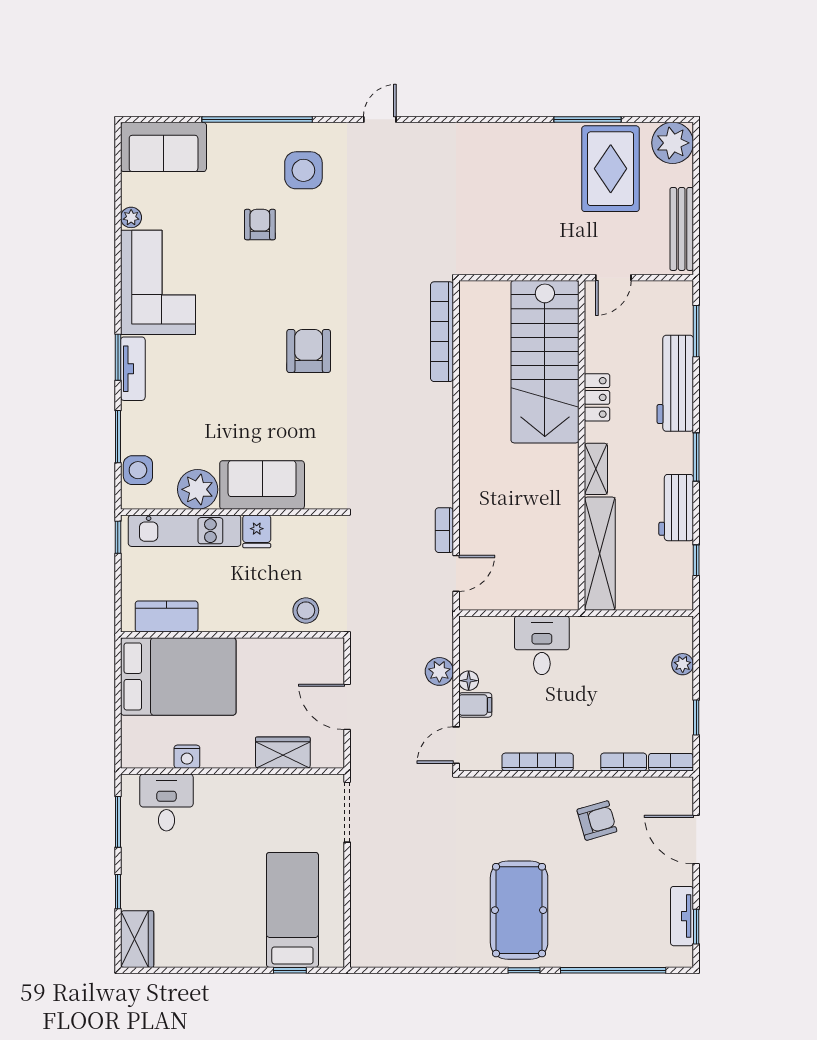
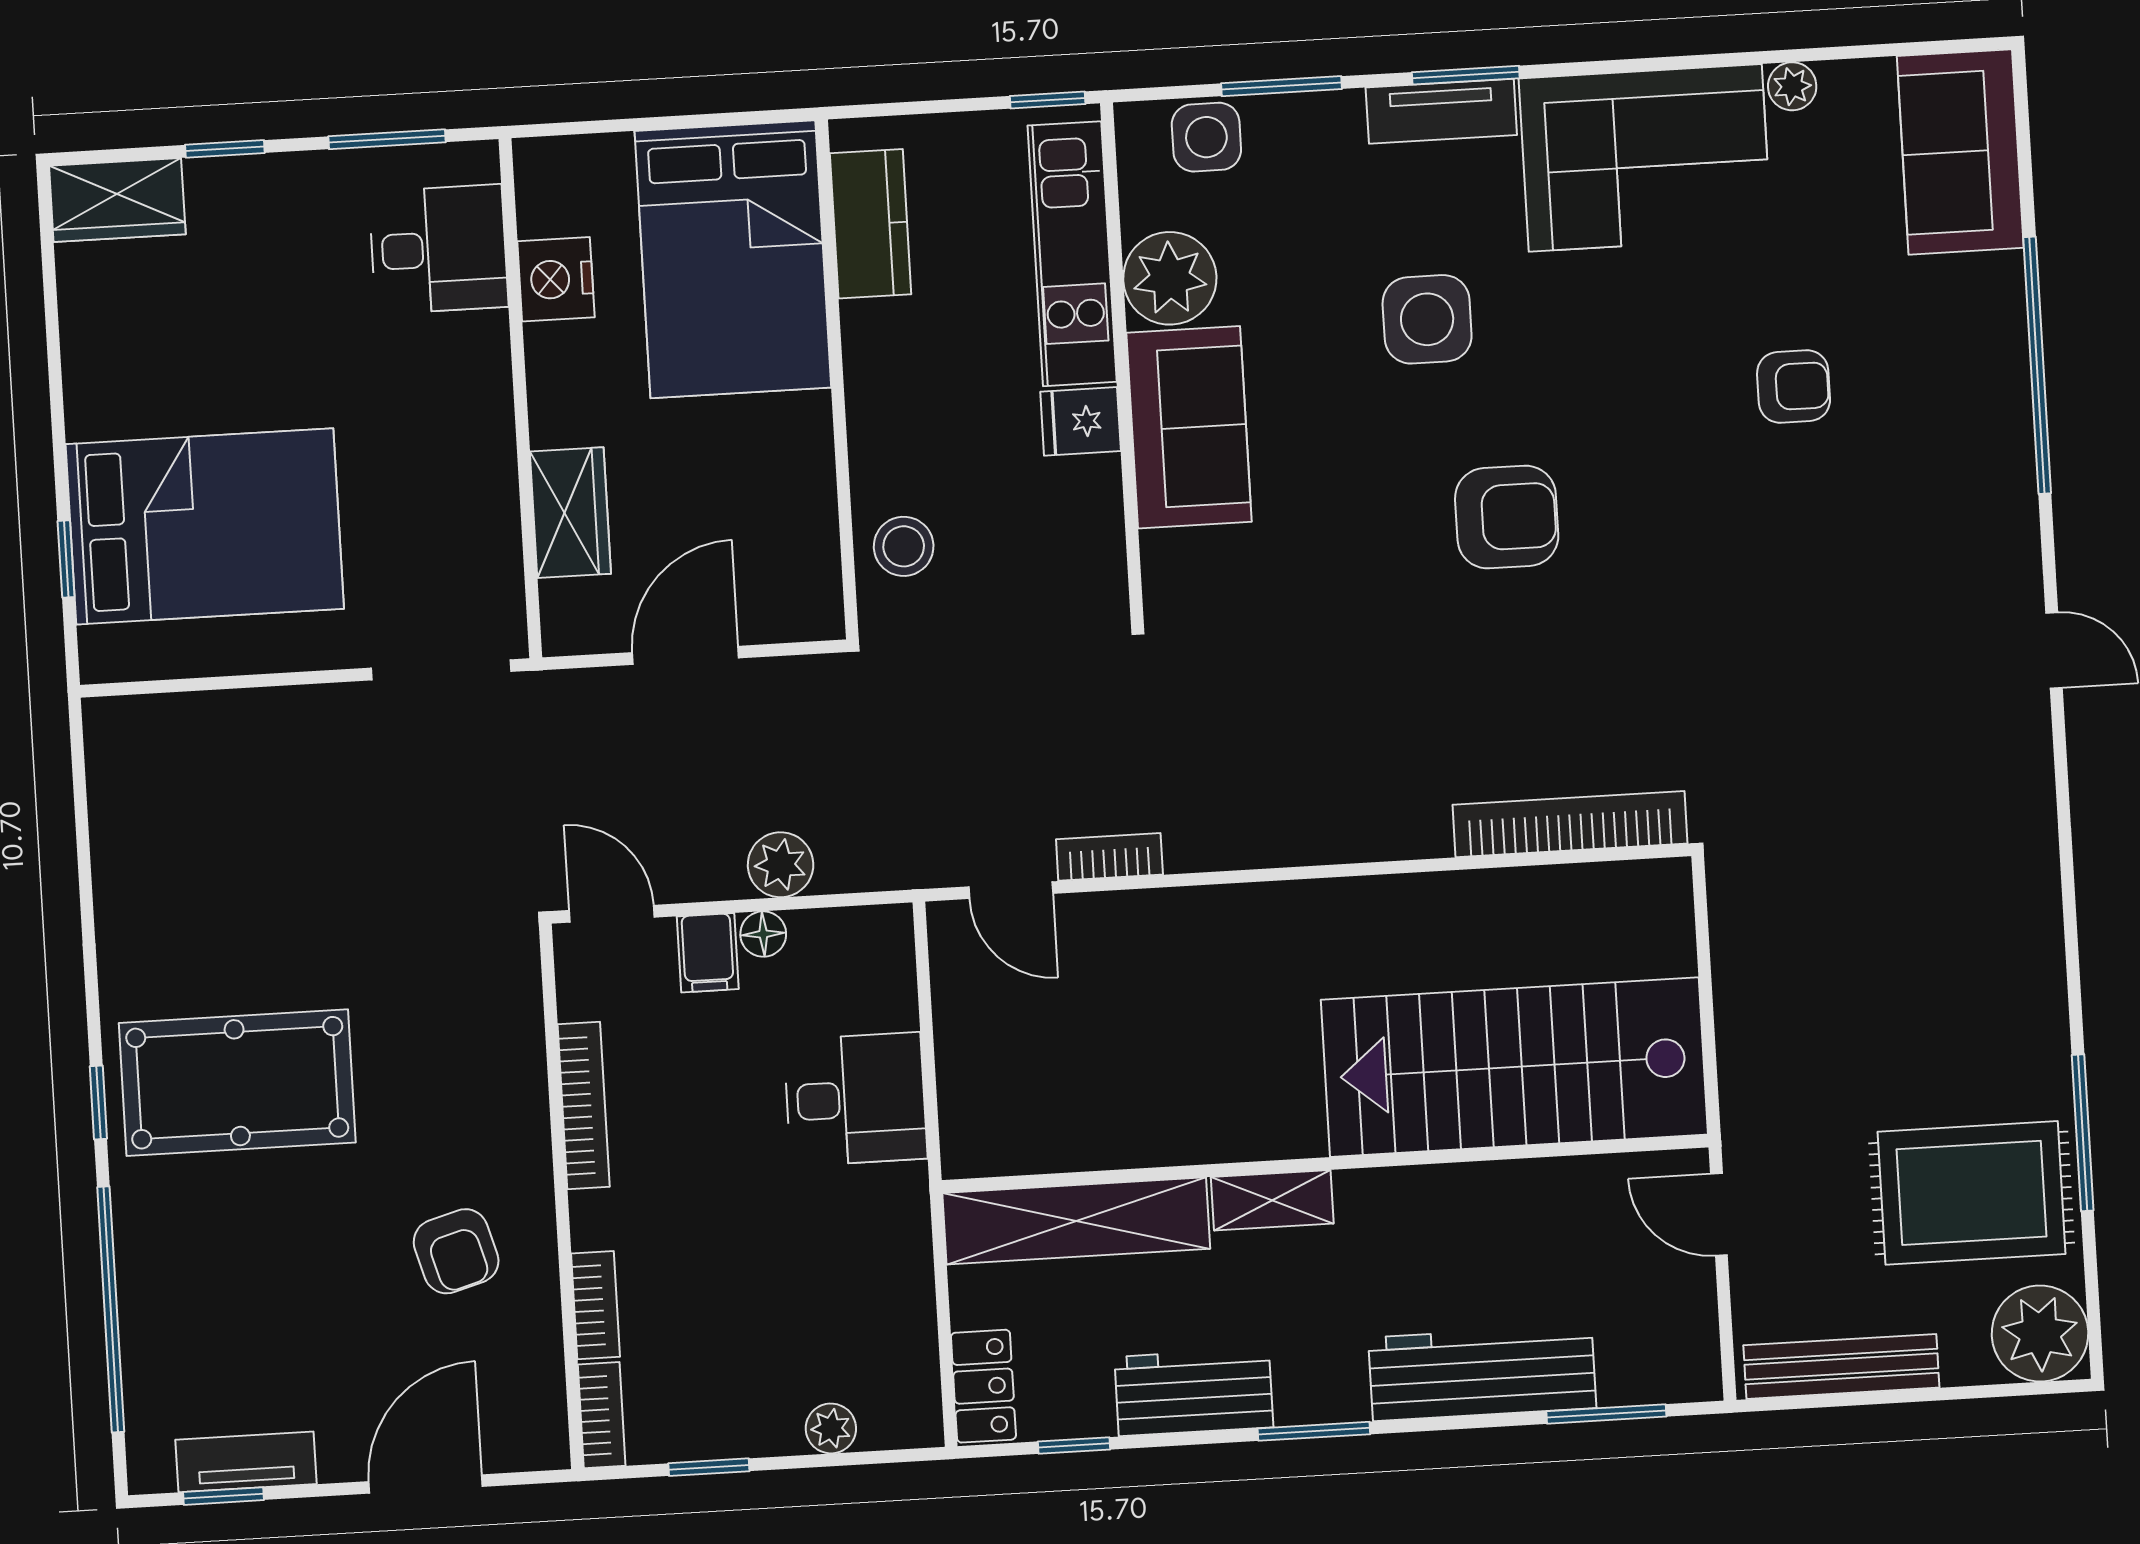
side table: (303, 170) -> (1427, 319), moved
locker: (597, 397) -> (983, 1386), moved, turned -90
nightstand: (187, 757) -> (556, 279), width x1.36, depth x1.33
bed: (292, 910) -> (205, 526), width x1.50

